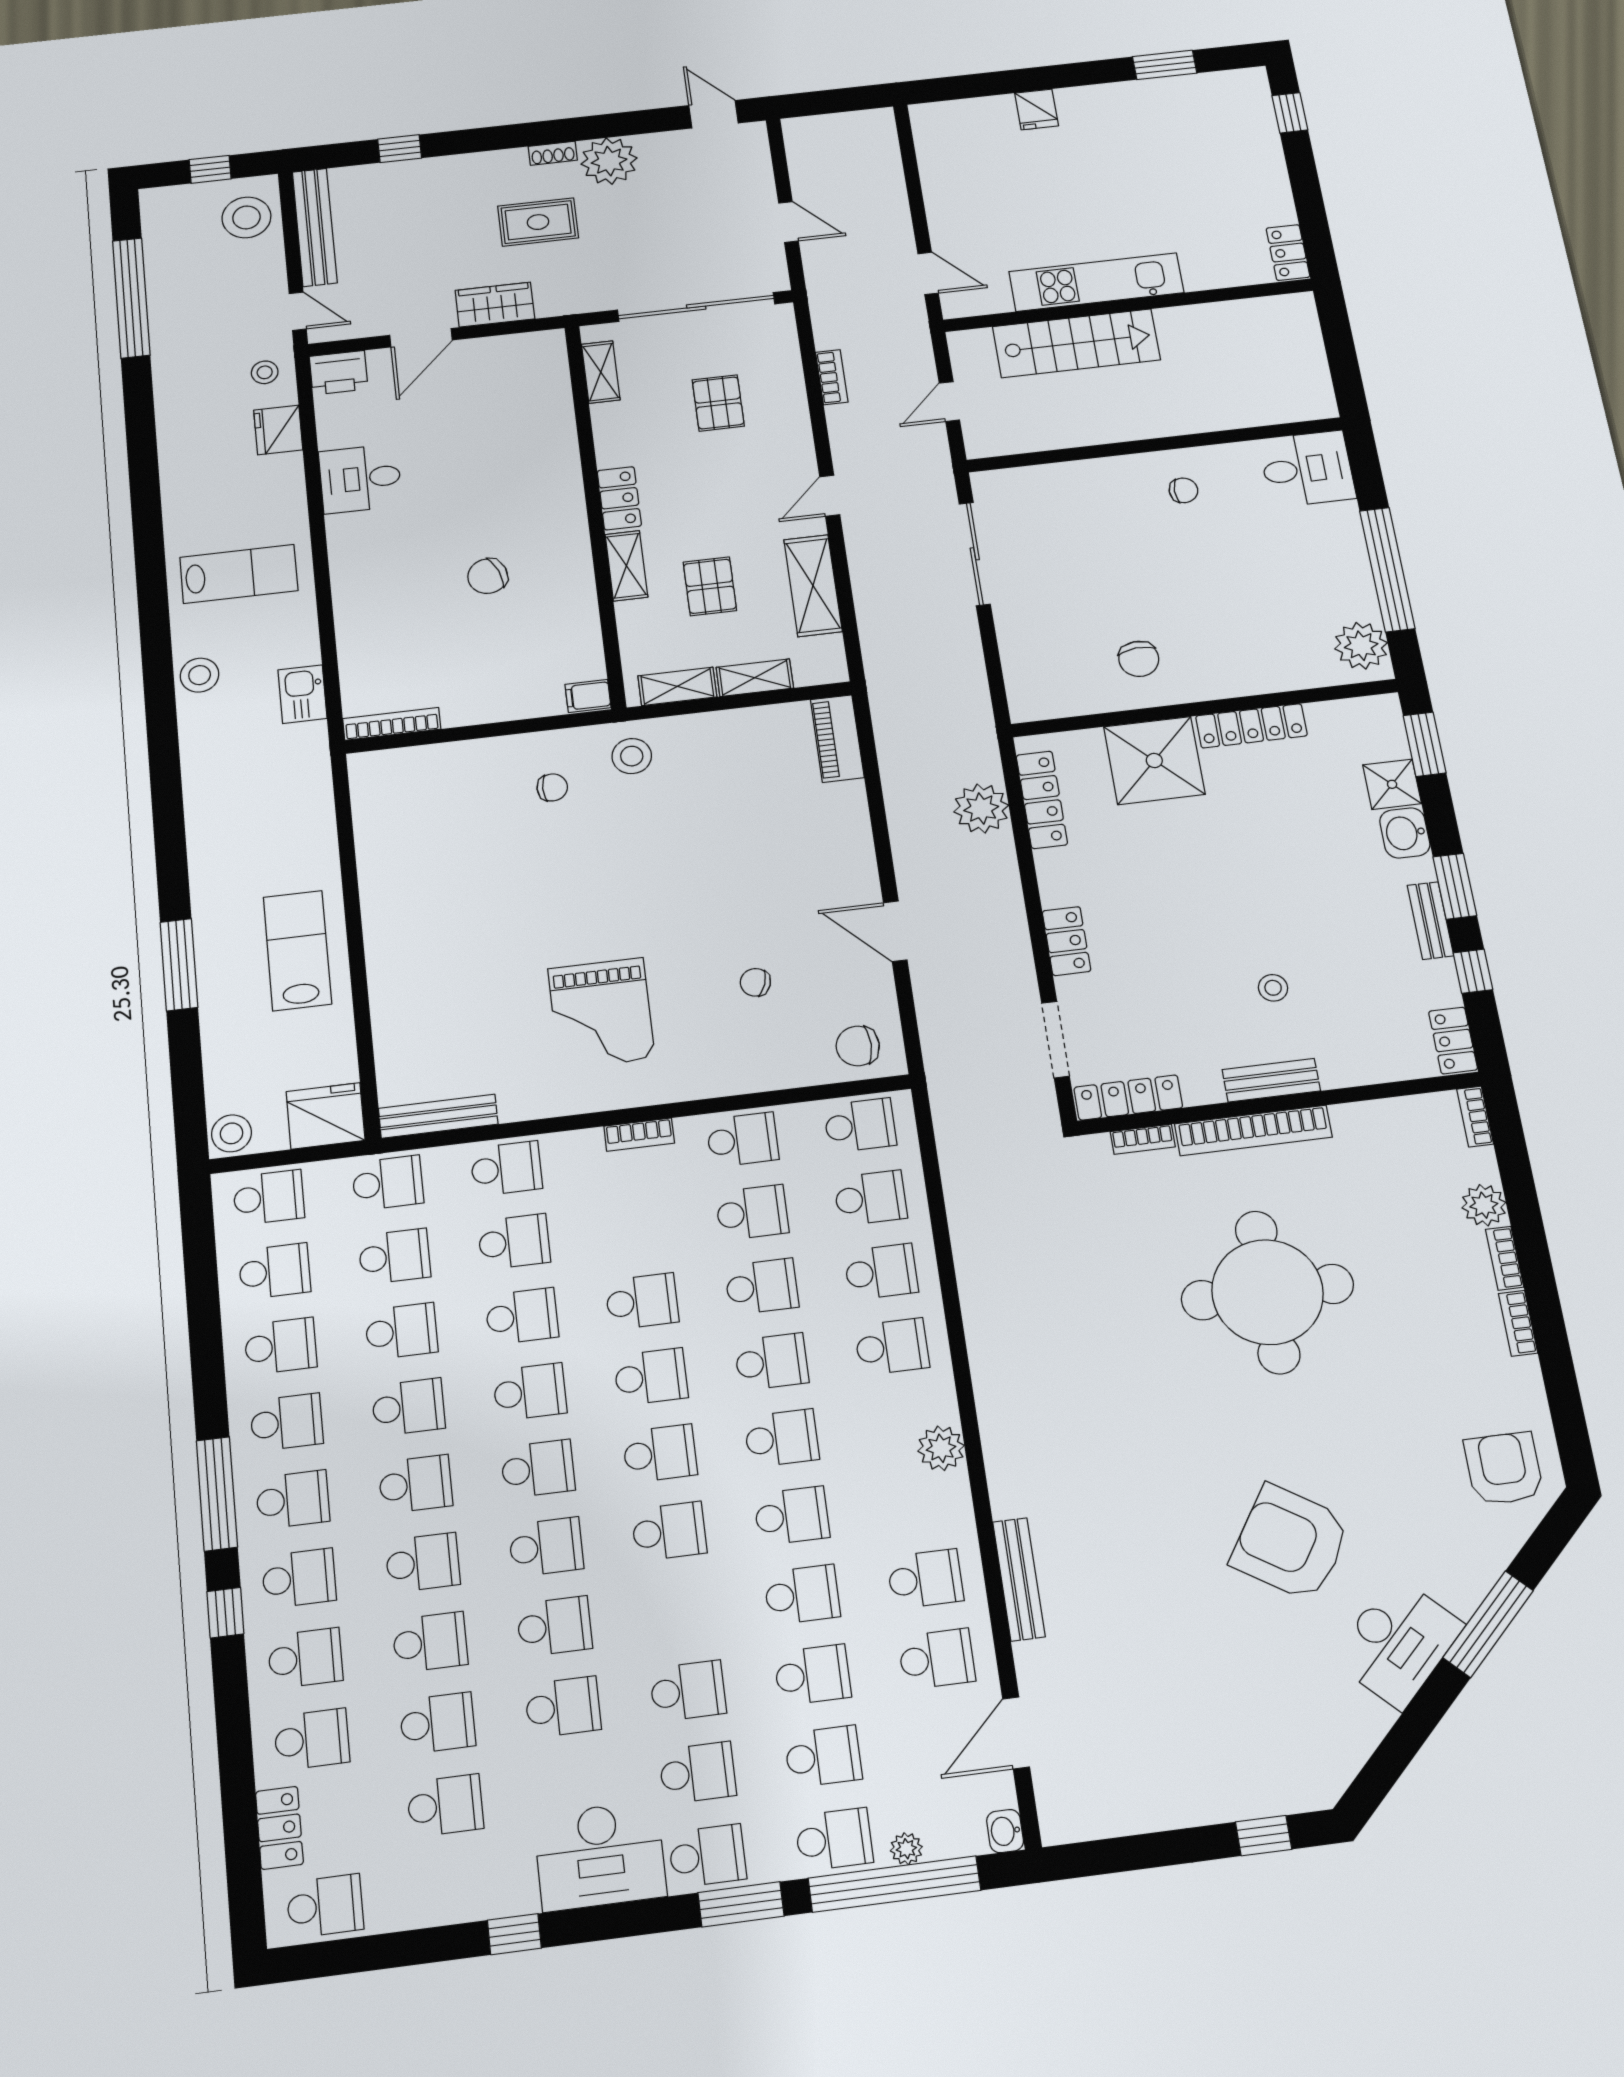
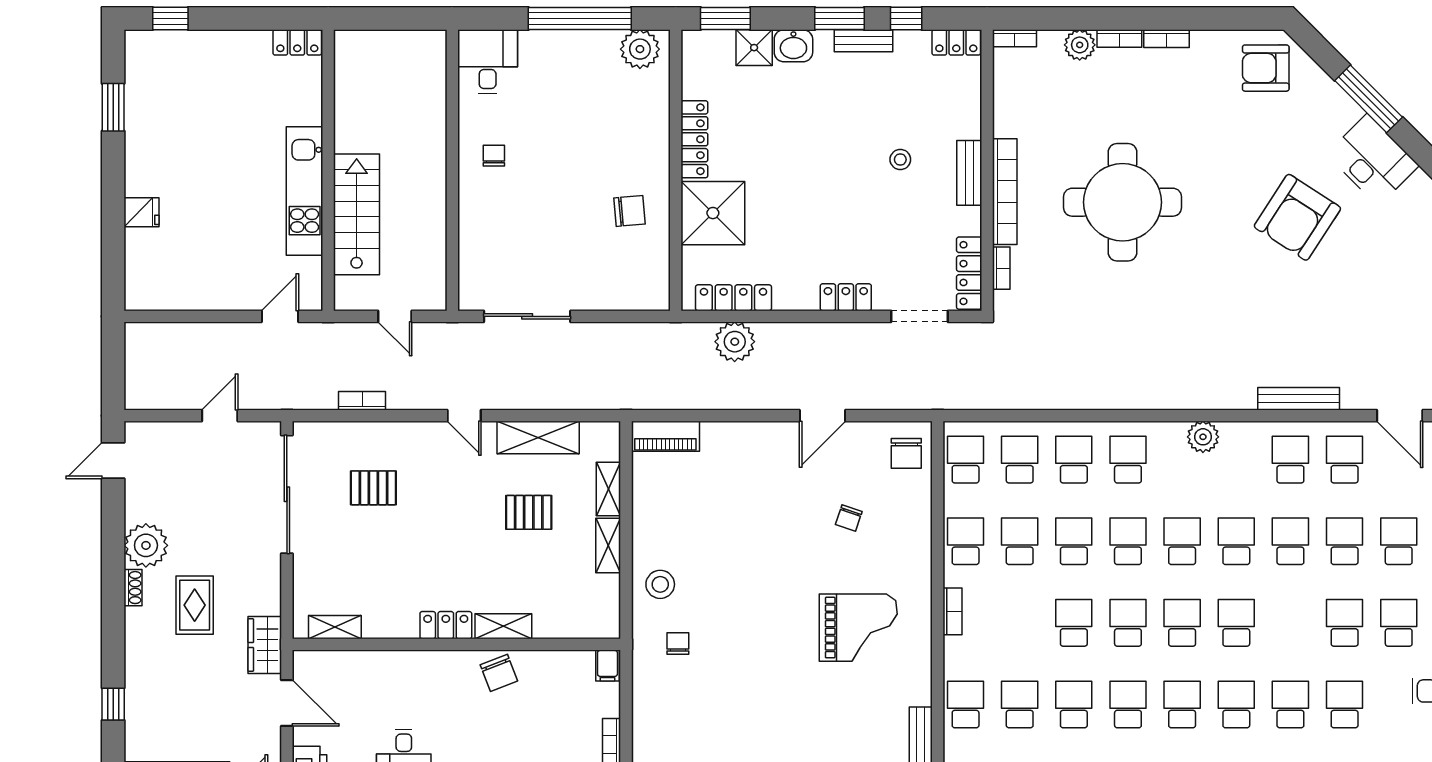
shelving: (601, 372) -> (335, 627), moved
locker: (619, 498) -> (446, 625), moved
wall: (595, 514) -> (456, 644), moved
shelving: (626, 566) -> (503, 626), moved
filing cabinet: (588, 696) -> (607, 666), moved

